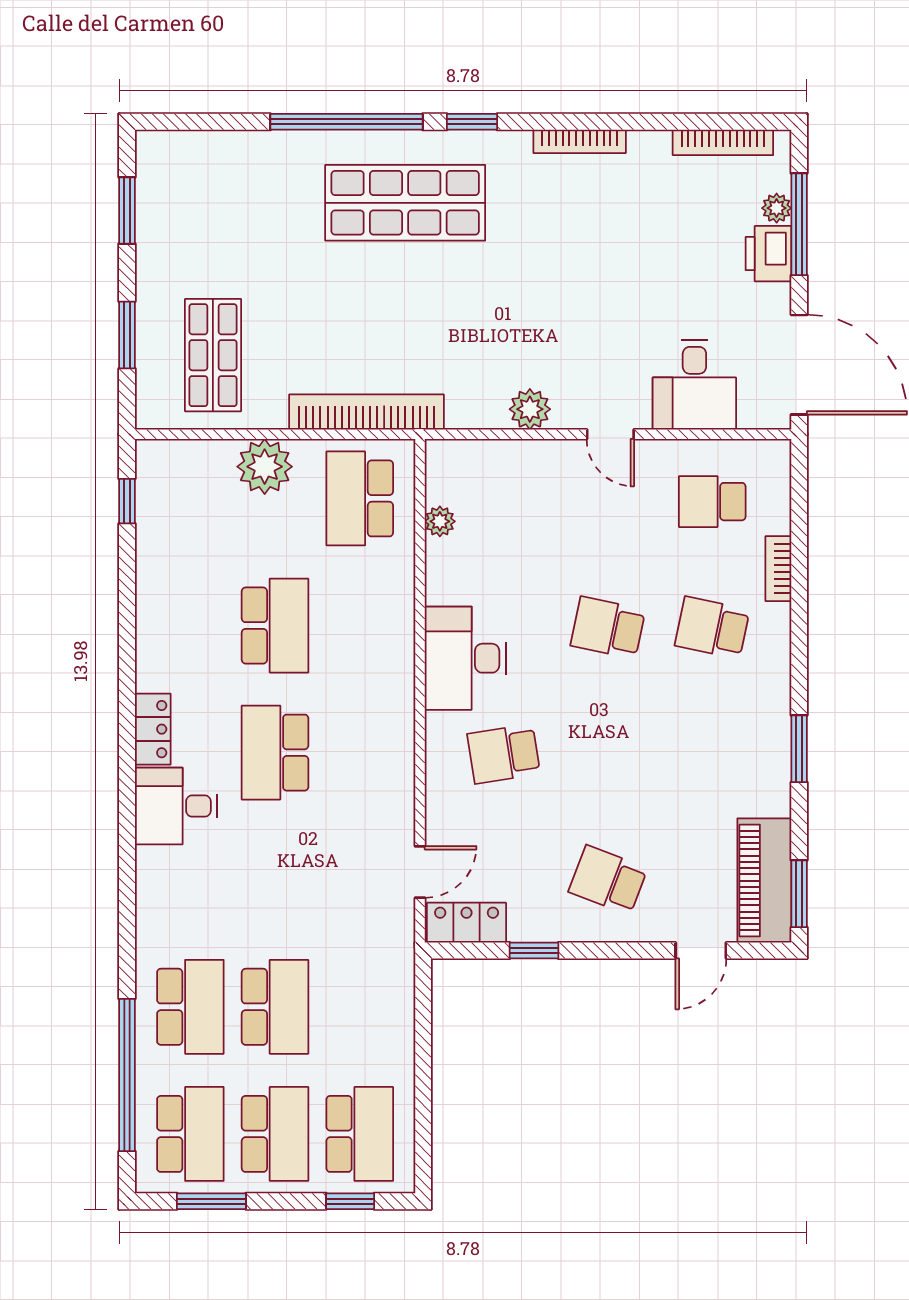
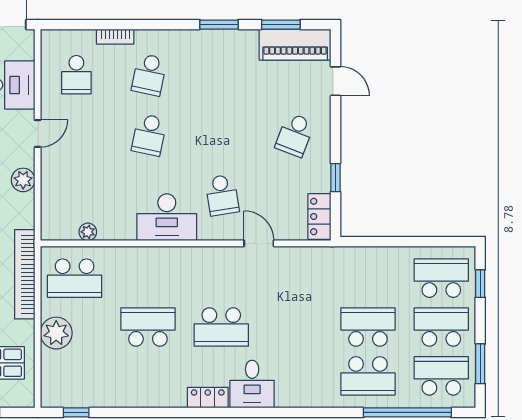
door: (420, 872) -> (259, 243), moved
window: (799, 894) -> (281, 25), moved
school desk: (190, 1007) -> (368, 376), turned 180

